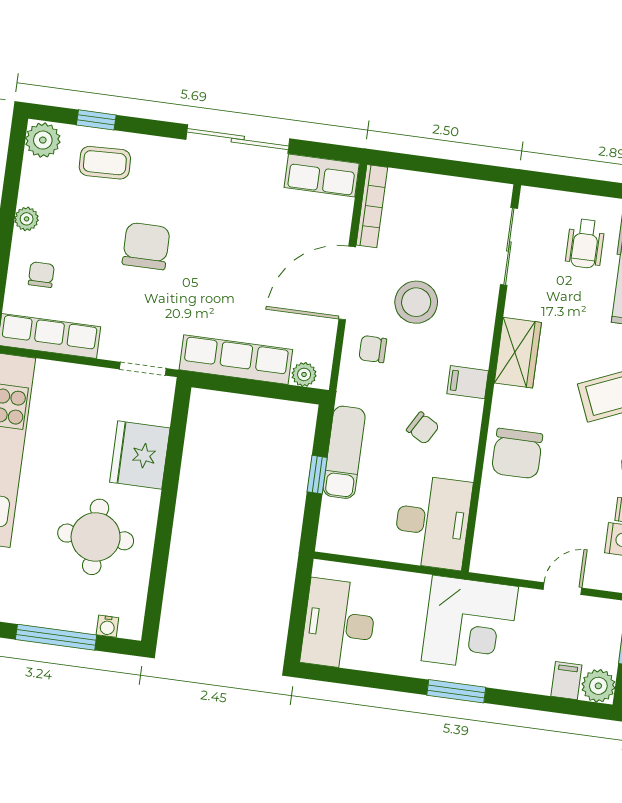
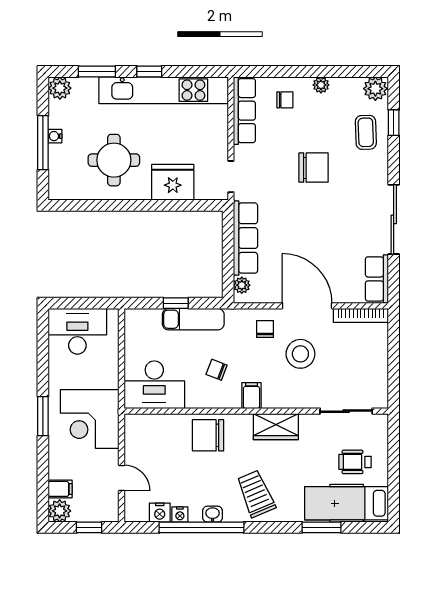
chair: (423, 428) -> (217, 370), turned 81
water cooler: (107, 626) -> (55, 136), moved

